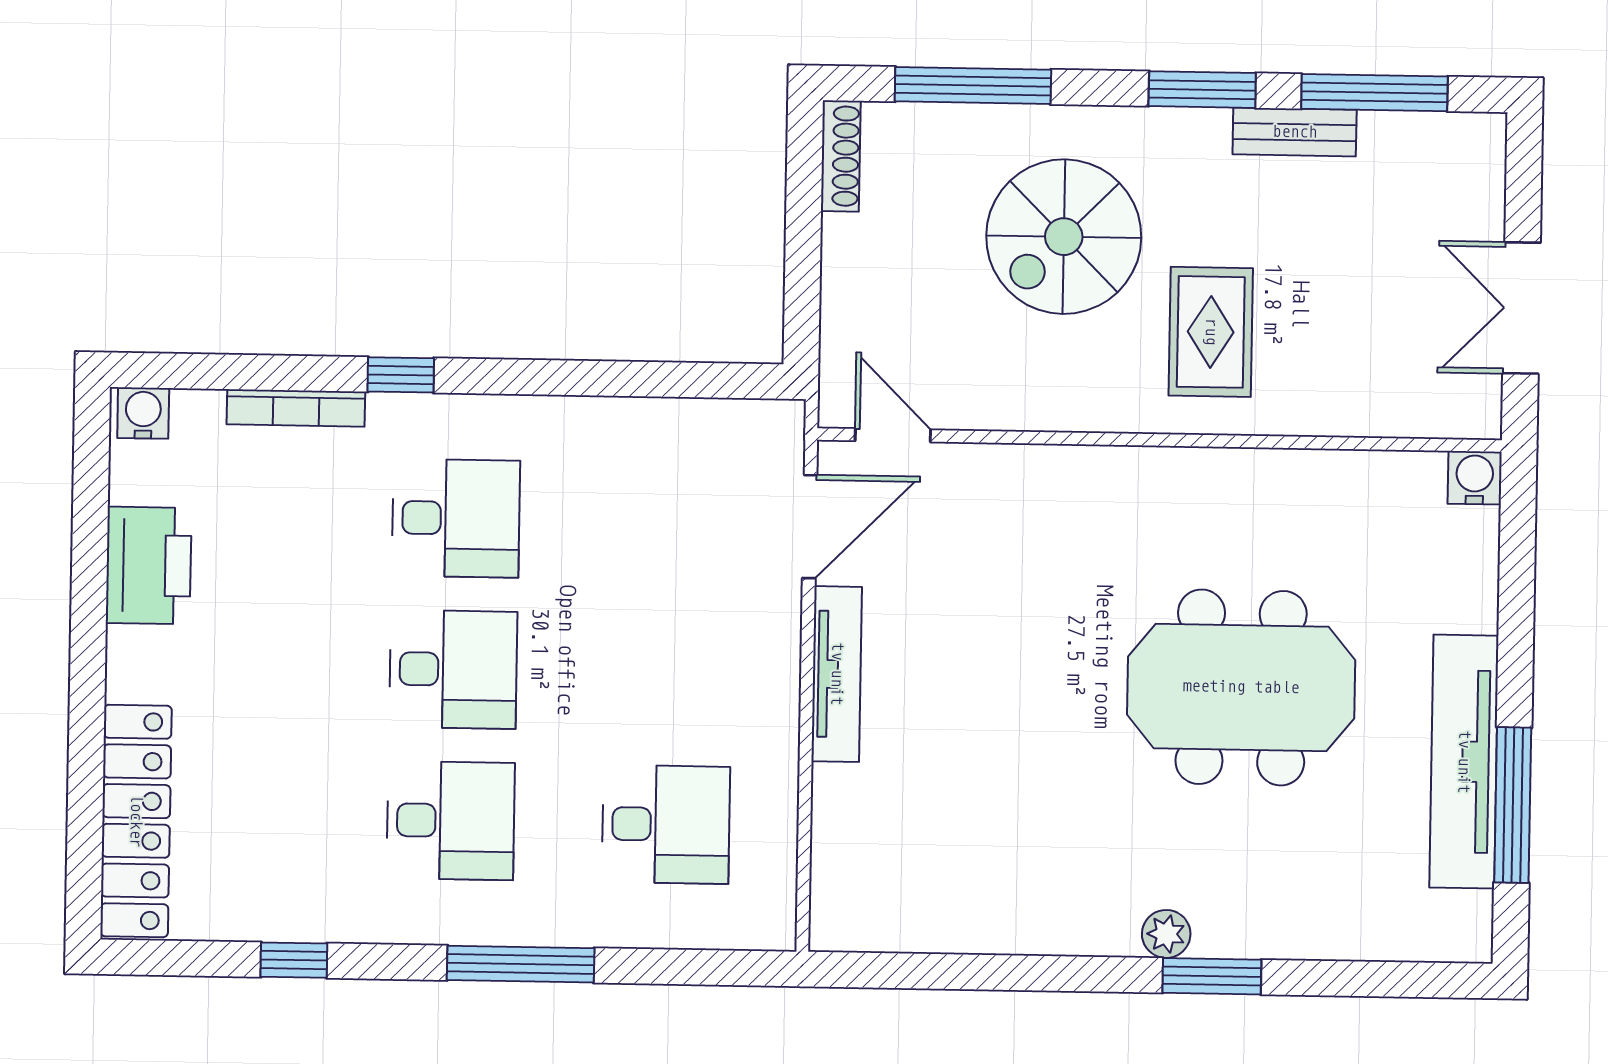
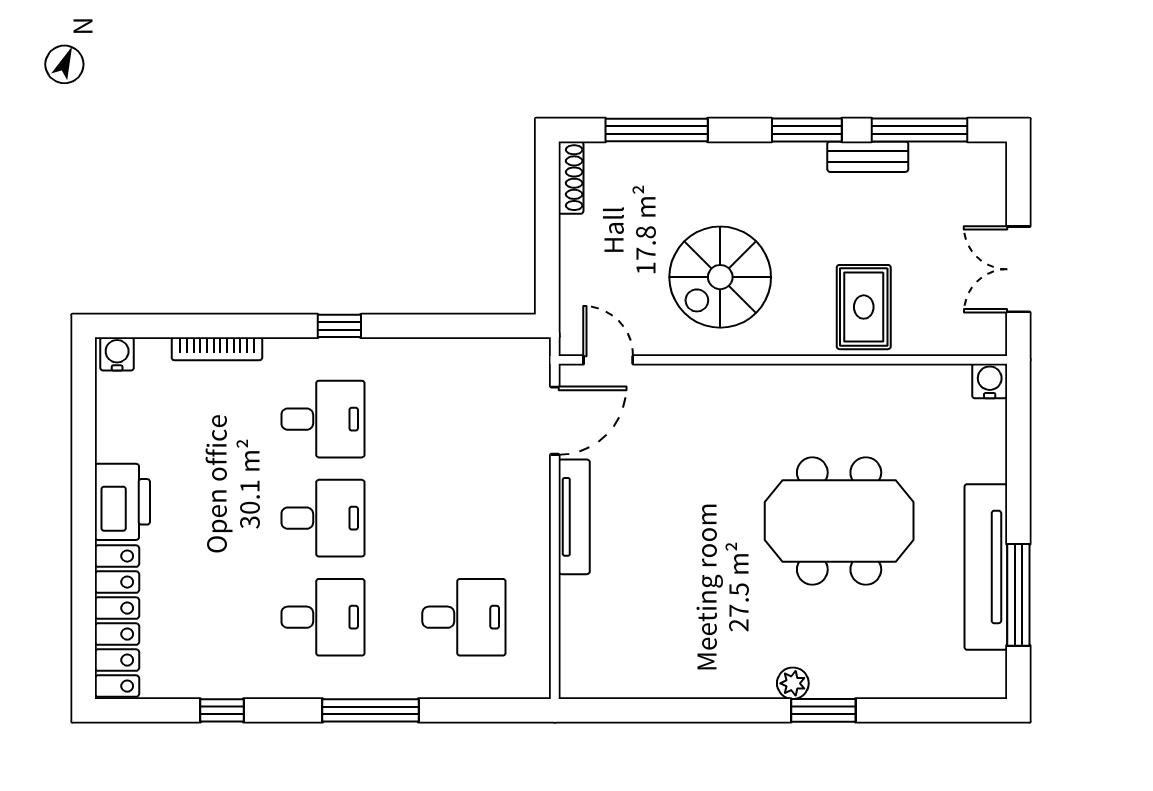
spiral stairs: (1064, 237) -> (720, 277), moved
rug: (1211, 332) -> (864, 307), moved
window: (401, 375) -> (339, 326), moved
printer: (149, 566) -> (122, 502), moved

